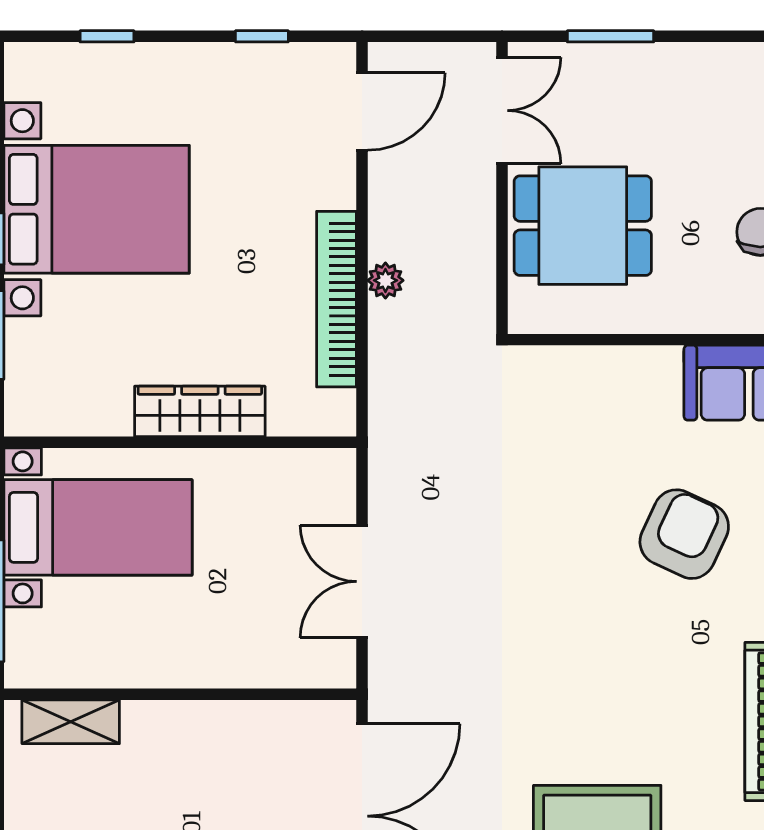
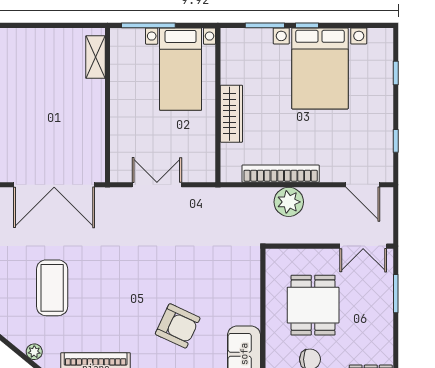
dining table: (583, 226) -> (313, 305), moved
plant: (385, 280) -> (289, 202), width x1.87, depth x1.87

